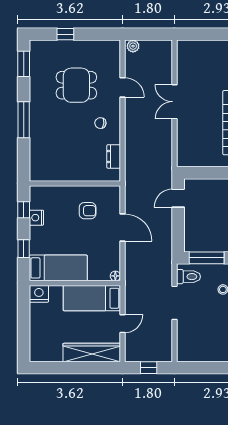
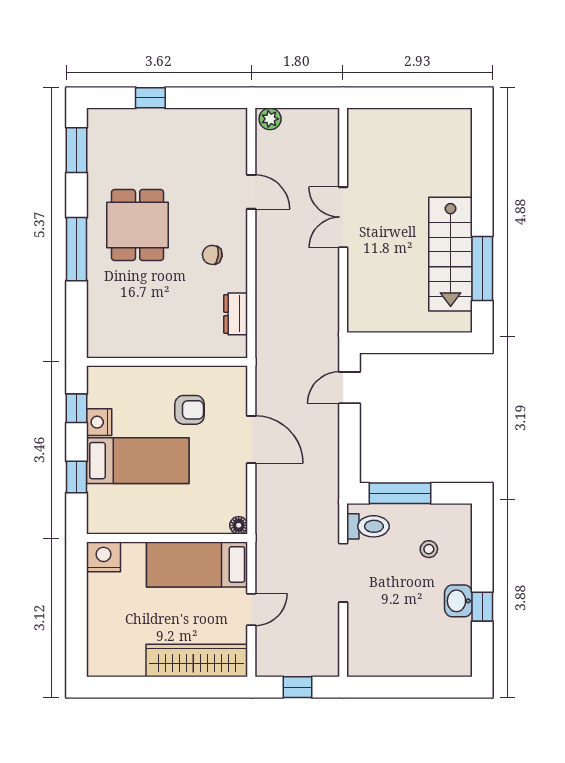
dining table: (76, 85) -> (138, 225), moved, turned 90
bed: (58, 268) -> (138, 461), moved

